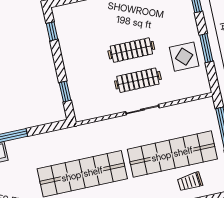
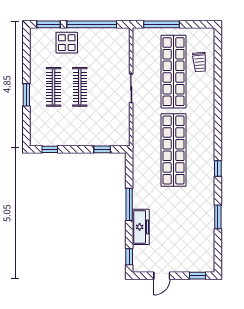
window: (206, 48) -> (92, 24), width x2.11
display table: (184, 57) -> (67, 43), moved
clothes rail: (138, 80) -> (54, 87), moved

